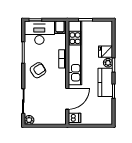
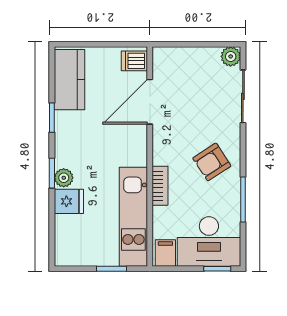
kitchen unit: (75, 53) -> (133, 217), width x0.73
kitchen counter: (105, 82) -> (69, 80), moved

